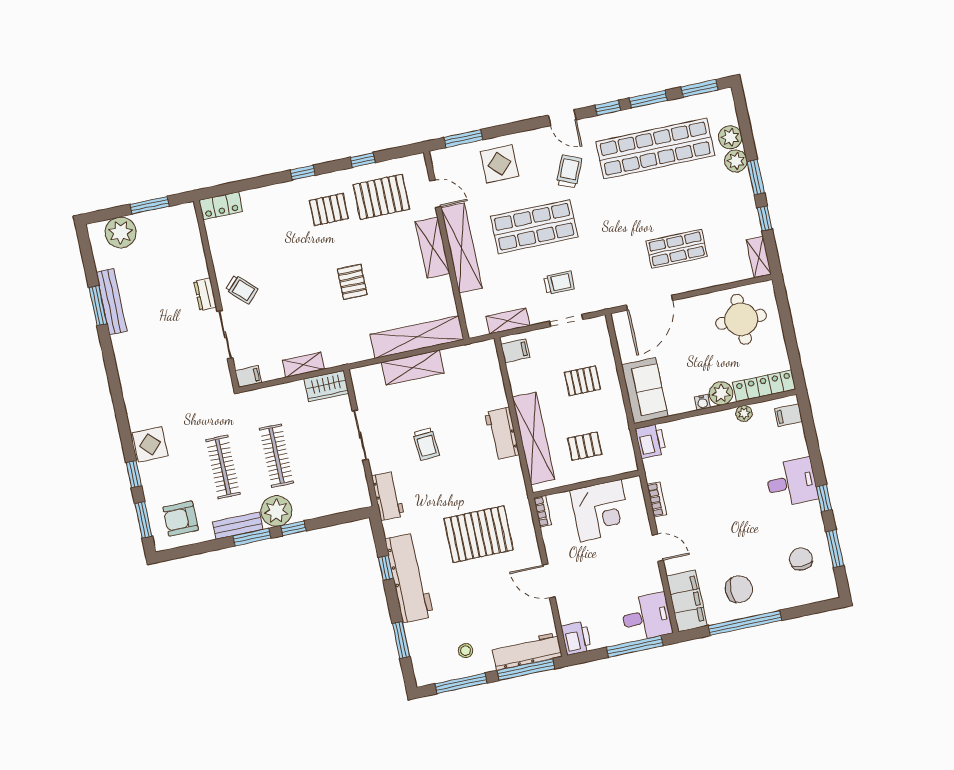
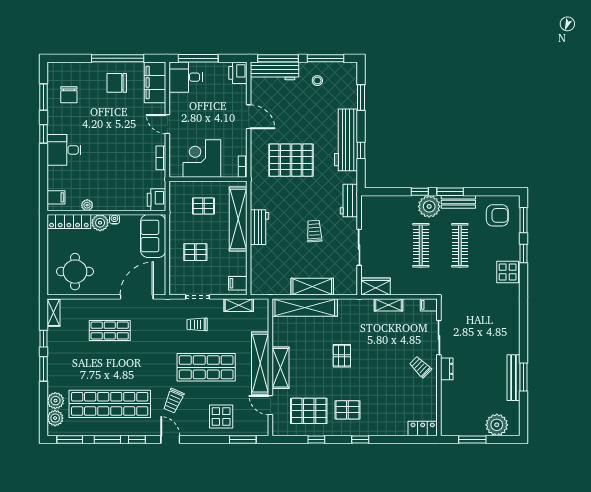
plant: (736, 161) -> (55, 418), moved

